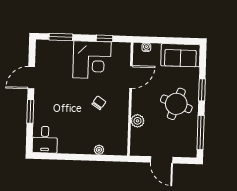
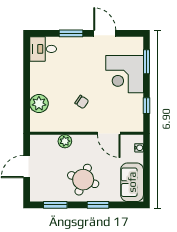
corner desk: (92, 60) -> (125, 74), moved
window: (201, 132) -> (55, 205), width x0.69
plant: (99, 150) -> (39, 104), width x1.88, depth x1.88

